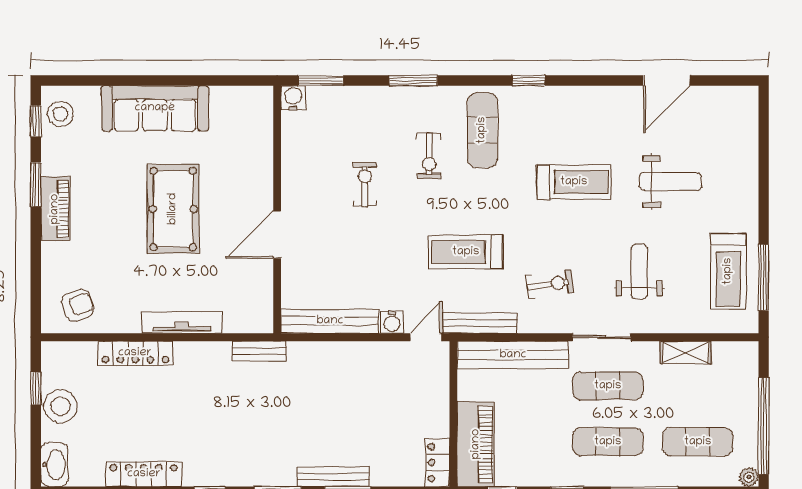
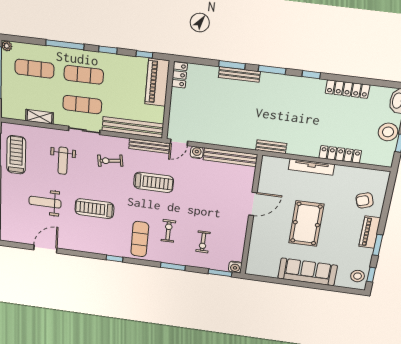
exercise bike: (365, 185) -> (203, 242), moved
armchair: (78, 305) -> (365, 200), moved

